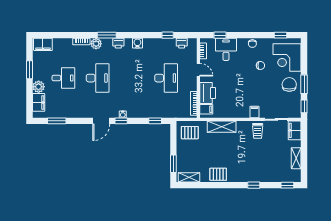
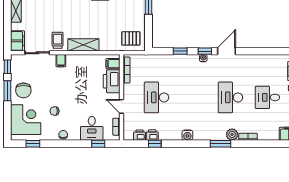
printer: (118, 43) -> (152, 135), moved
window: (57, 121) -> (275, 51), removed
window: (155, 121) -> (180, 51), moved
shelving: (222, 127) -> (83, 45), moved

